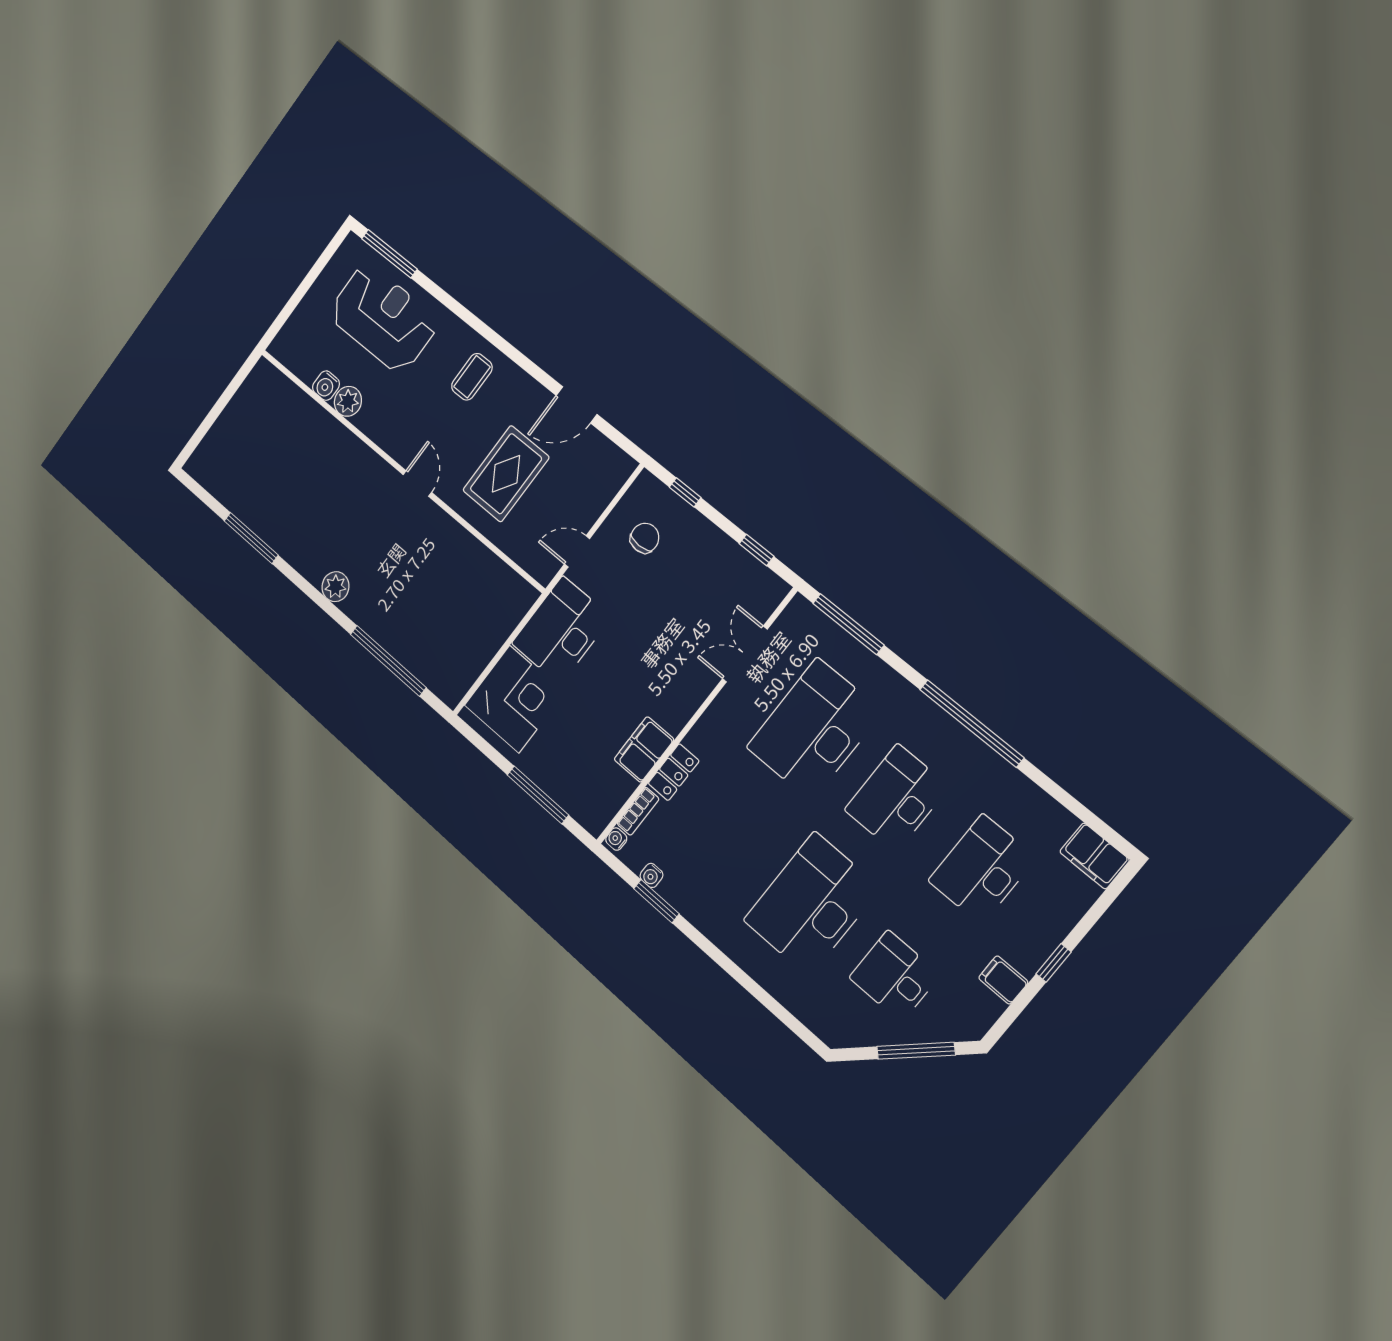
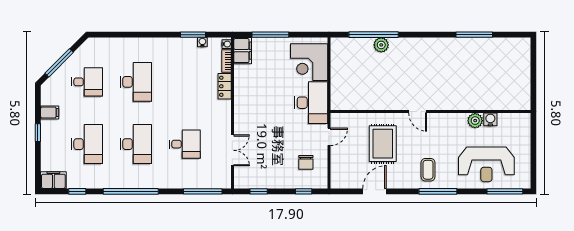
window: (484, 330) -> (438, 191), added
plant: (335, 587) -> (381, 45), moved
desk: (814, 729) -> (185, 144), width x0.53, depth x0.77
filing cabinet: (644, 749) -> (243, 51), moved
window: (1067, 801) -> (77, 191), added
desk: (812, 904) -> (136, 82), width x0.73, depth x0.77

